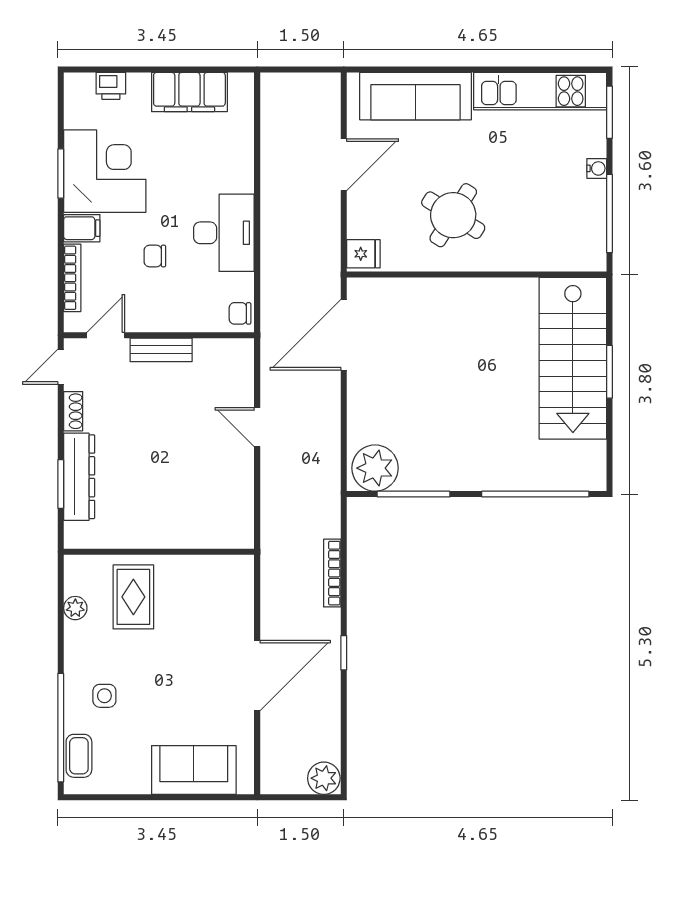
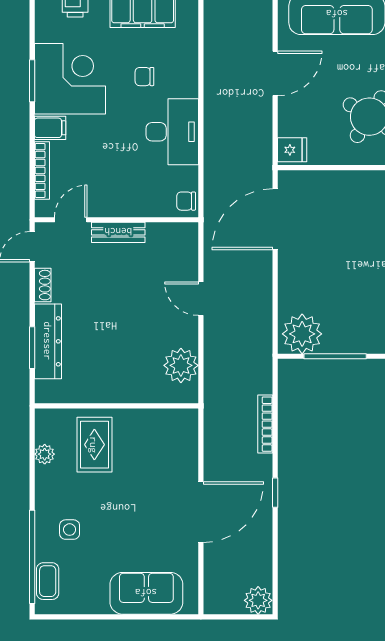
chair: (155, 256) -> (144, 77), moved
plant: (234, 505) -> (181, 365), added

